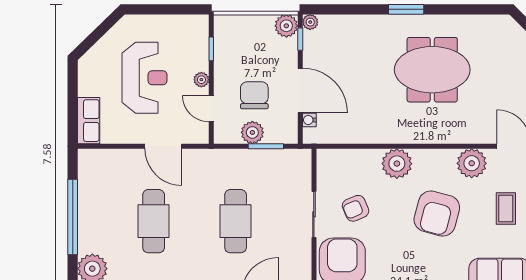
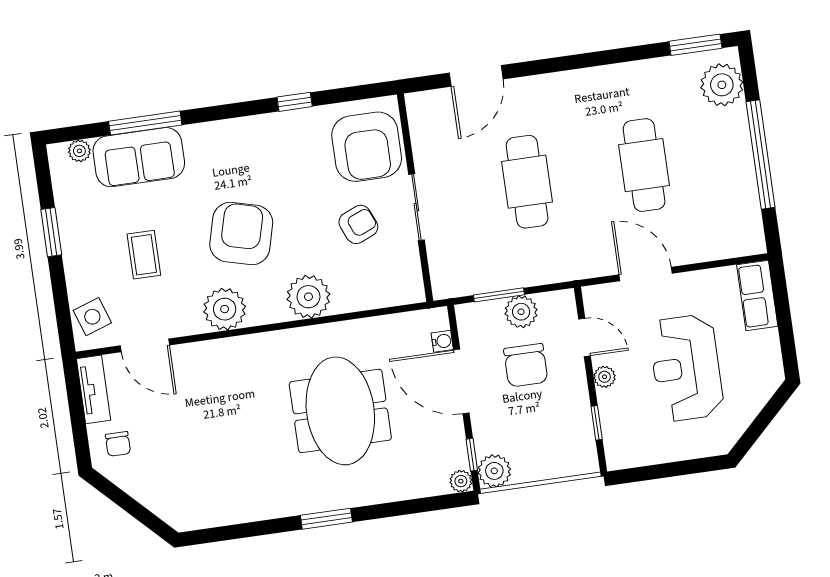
meeting table: (432, 70) -> (340, 411), moved, turned 90
plant: (472, 163) -> (225, 309), moved

